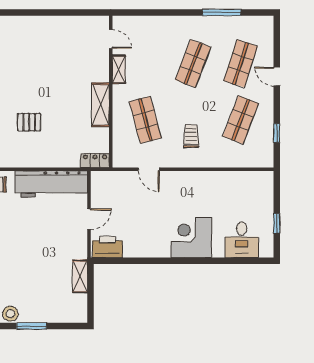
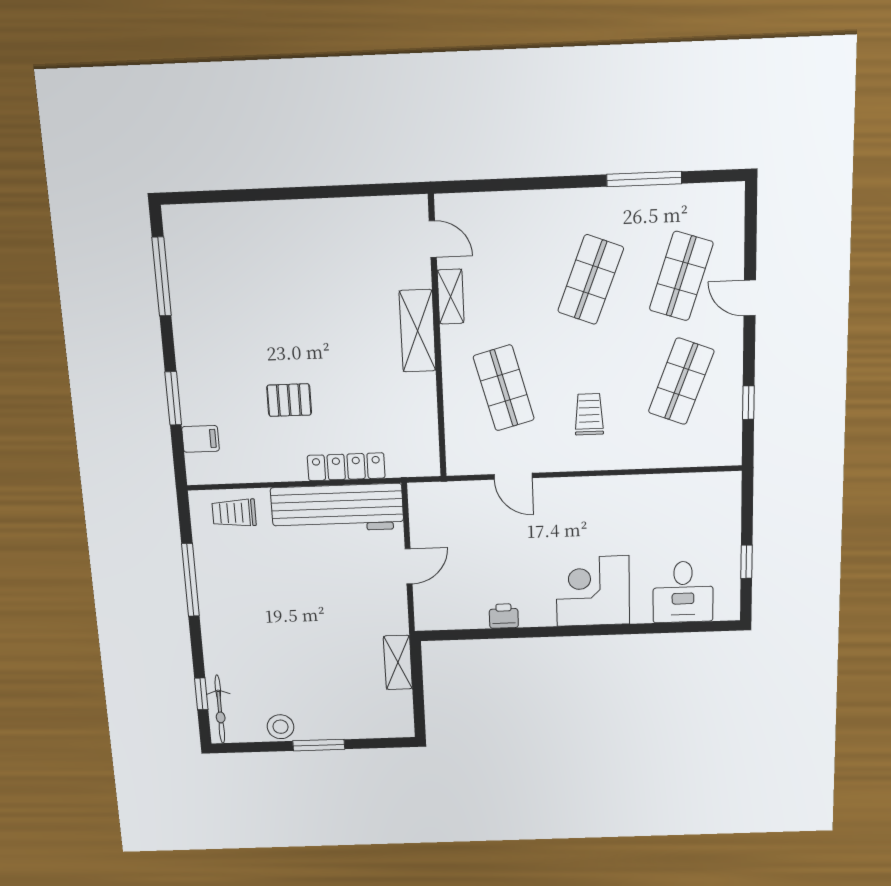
shelving: (100, 105) -> (418, 331), moved
locker: (95, 161) -> (346, 467), moved, width x1.53
printer: (107, 247) -> (504, 616), moved, width x0.53, depth x0.68

